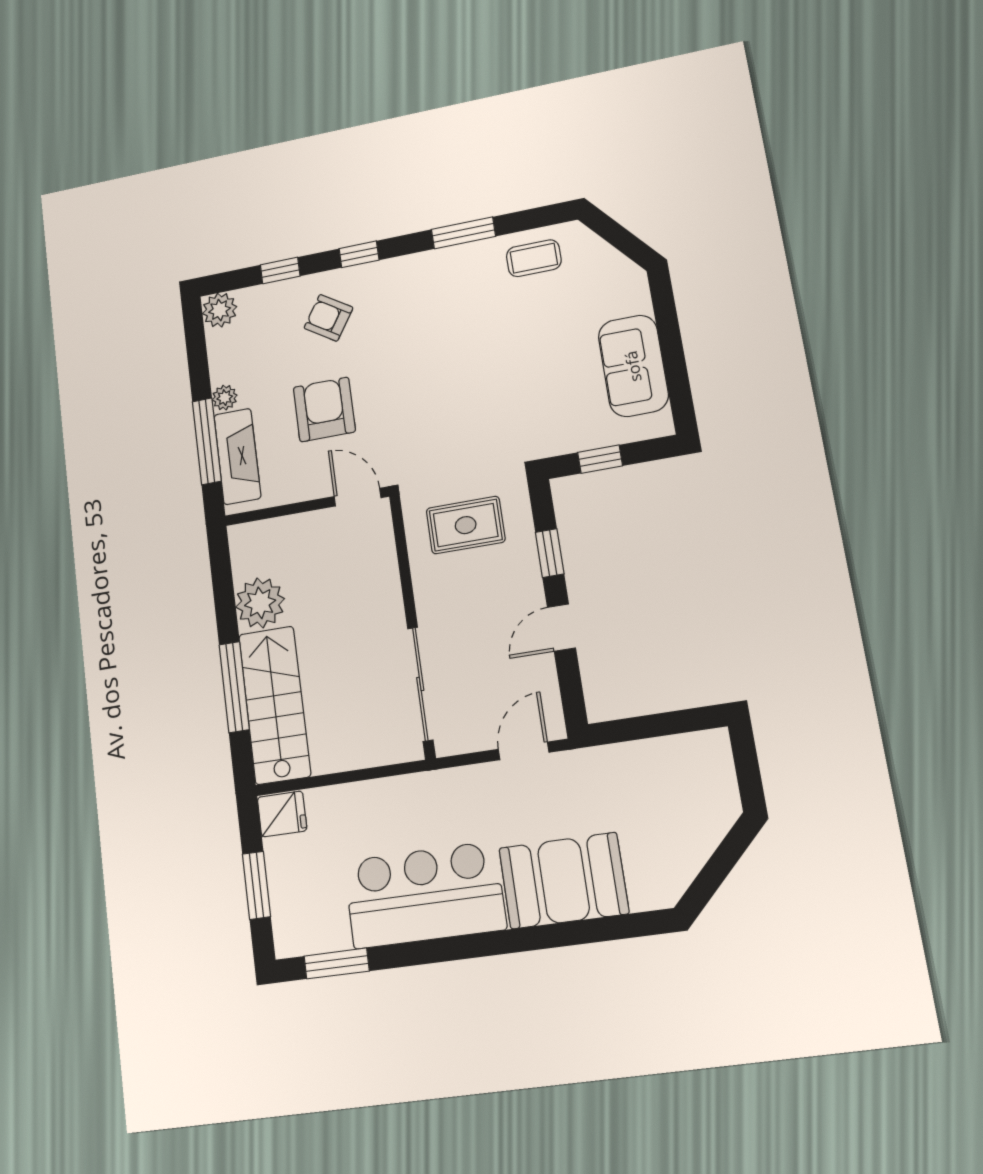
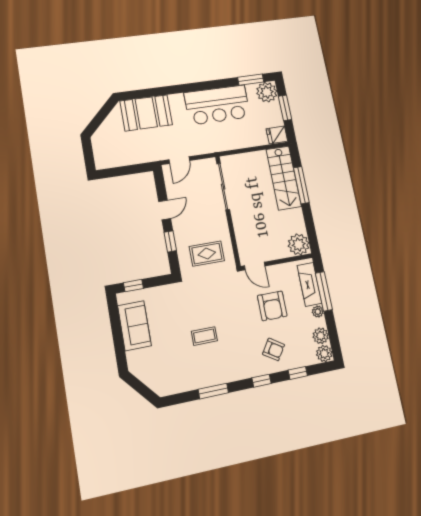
coffee table: (534, 258) -> (204, 336), moved
plant: (224, 347) -> (321, 336), added
window: (600, 459) -> (133, 286), moved
plant: (260, 603) -> (299, 244), moved
booth: (564, 881) -> (146, 113), moved
plant: (298, 929) -> (267, 92), added

